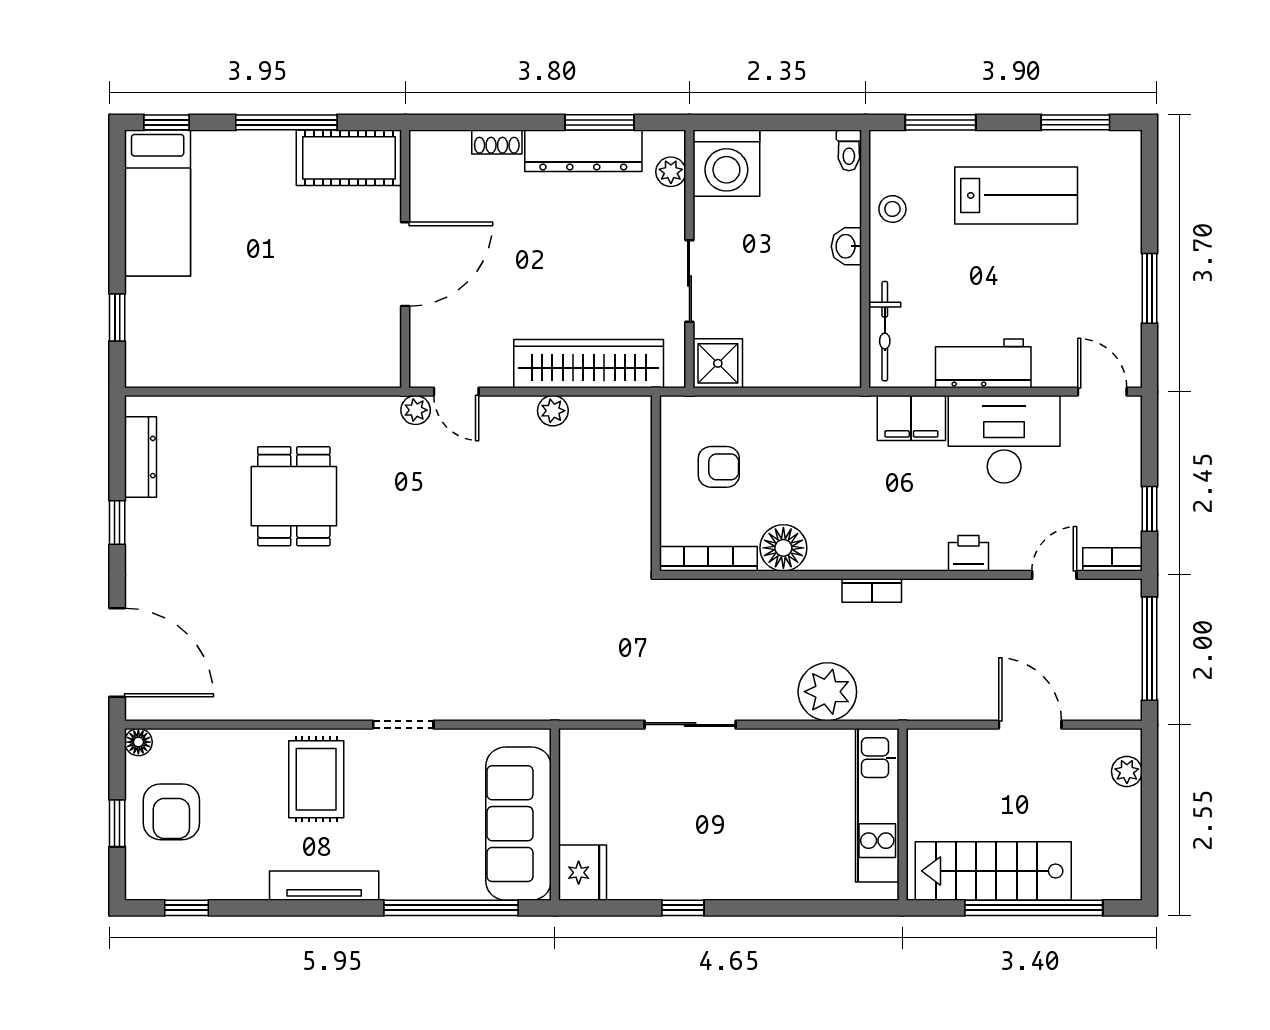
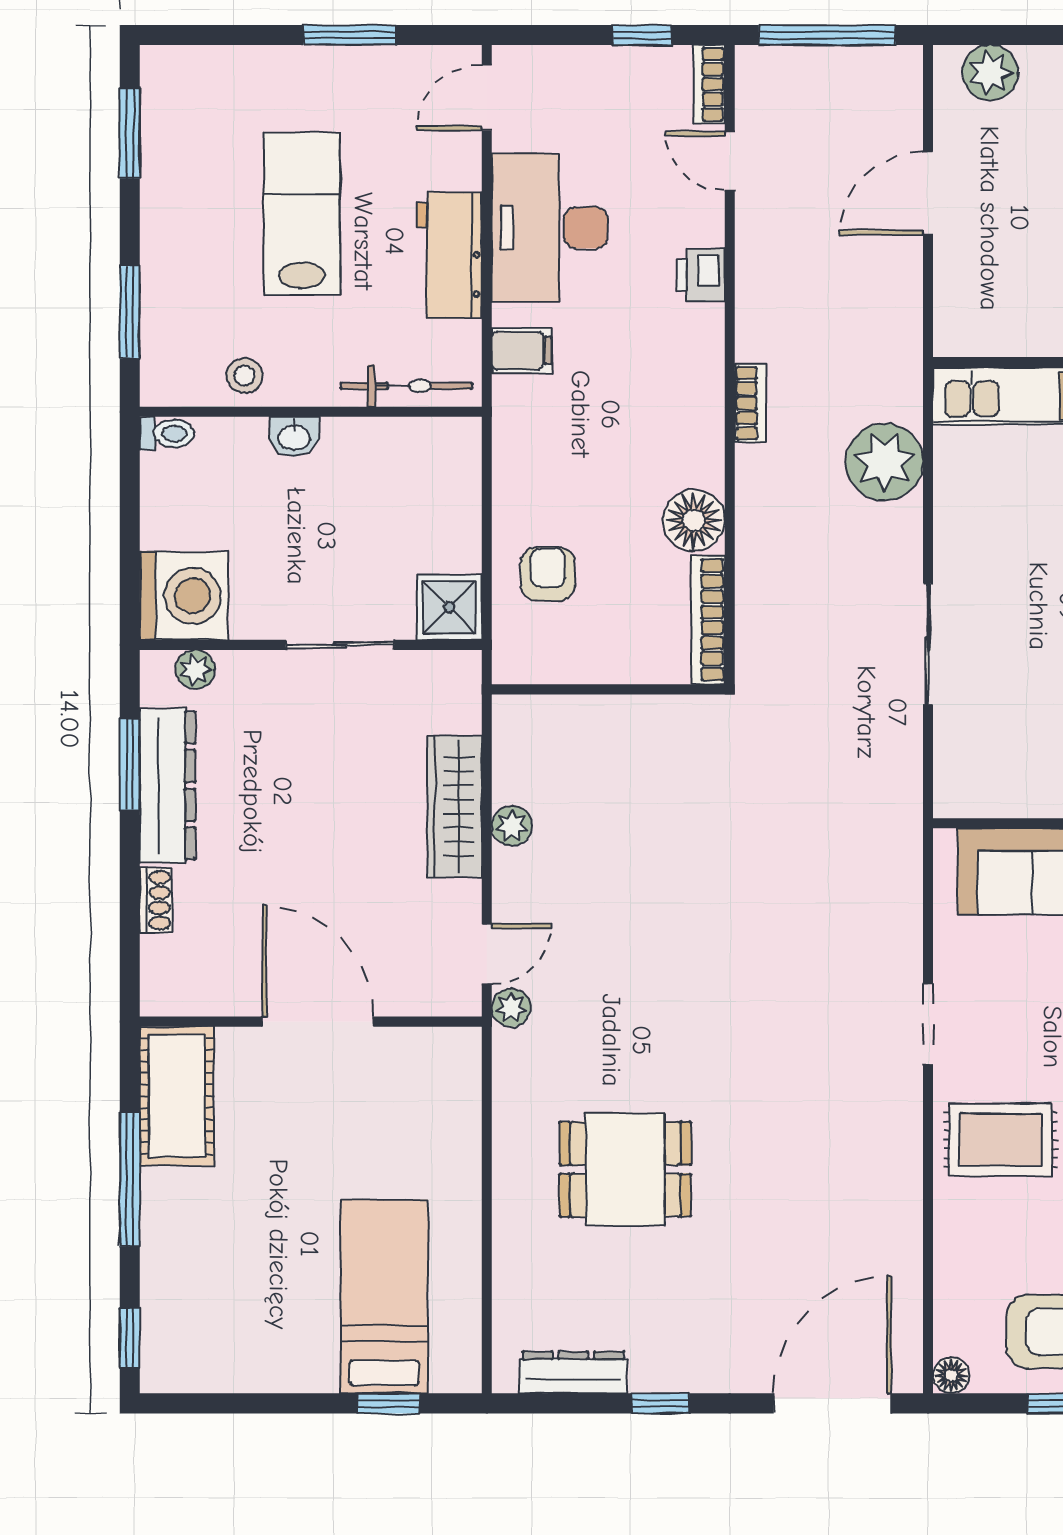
lab bench: (1016, 195) -> (302, 214), moved
bed: (158, 203) -> (384, 1297), moved, turned -90
wardrobe: (589, 364) -> (454, 807), width x0.71, depth x0.85
filing cabinet: (911, 418) -> (522, 351), width x0.50
armchair: (719, 467) -> (548, 574), moved
plant: (1127, 772) -> (990, 73), width x1.38, depth x1.38

